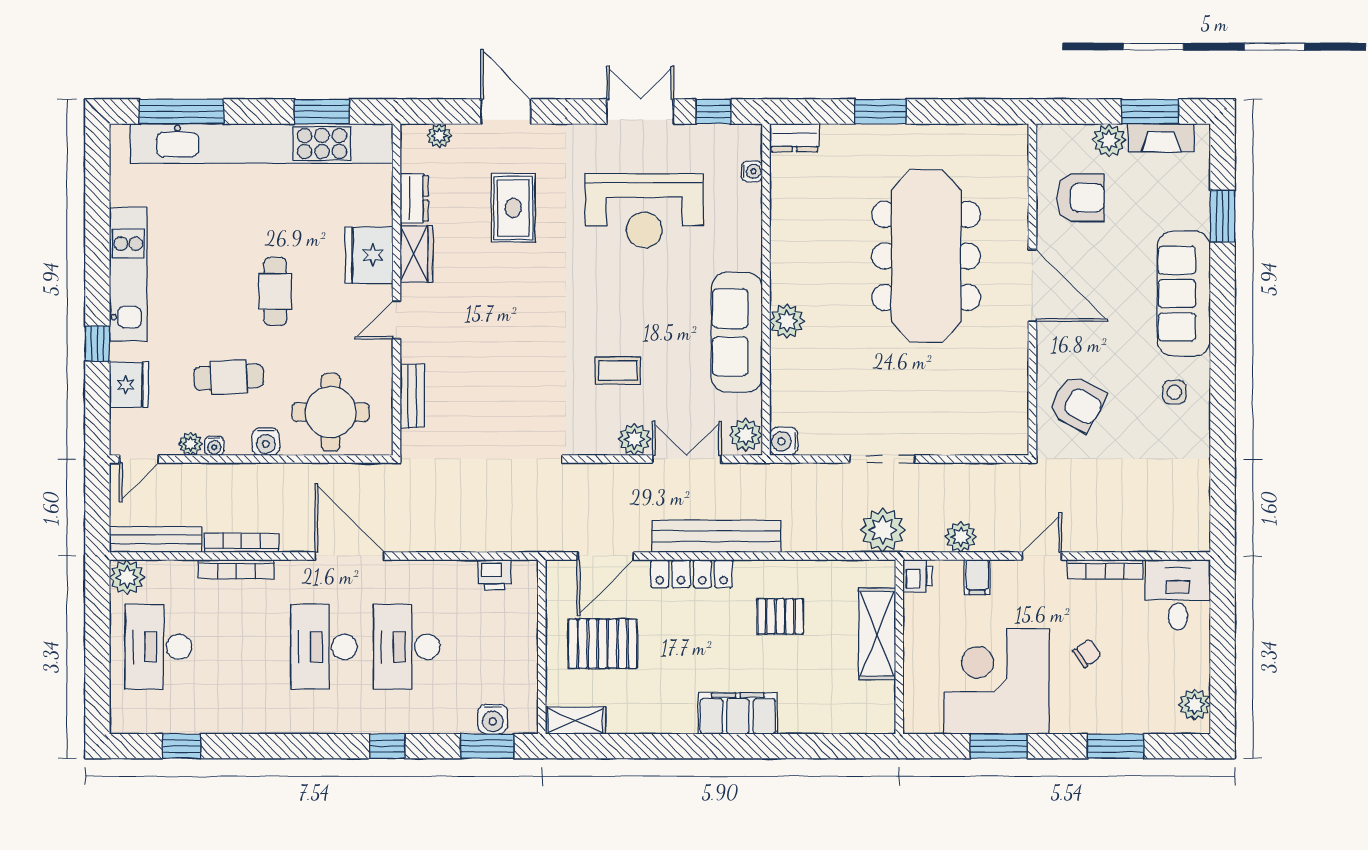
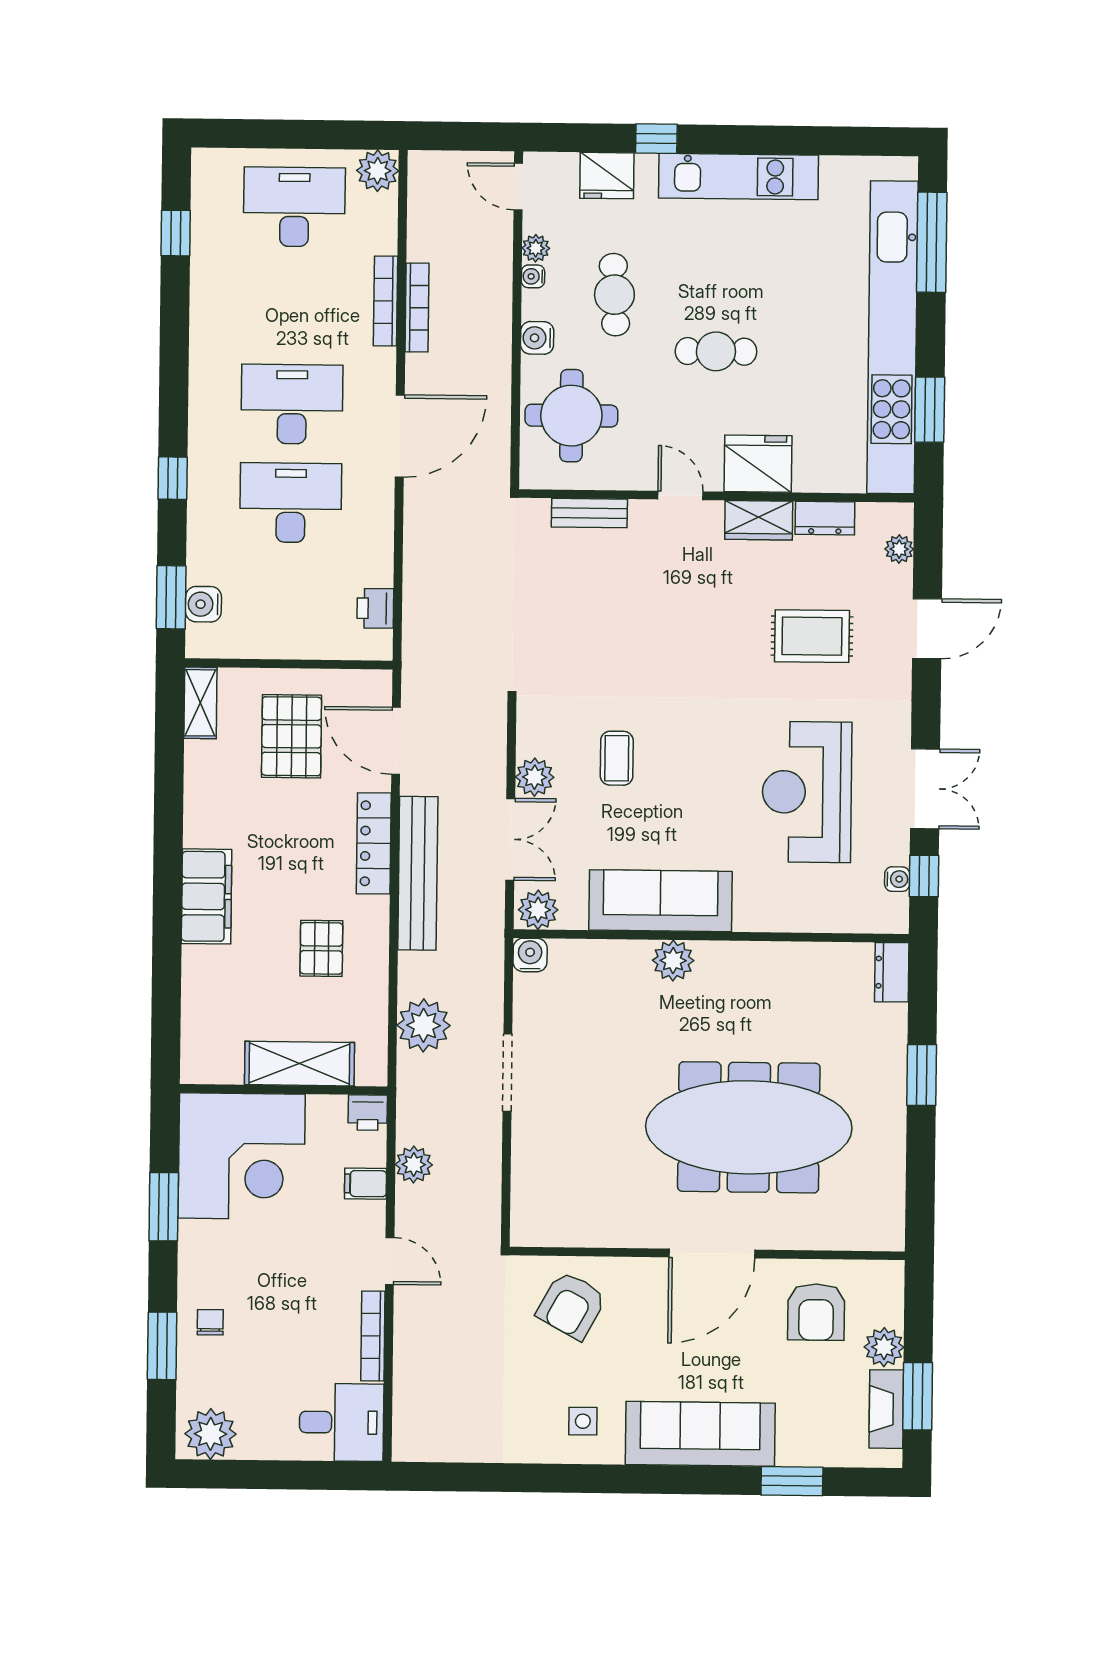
water cooler: (752, 171) -> (897, 879), moved, turned -90
plant: (883, 530) -> (424, 1025), moved
bench: (156, 539) -> (422, 205), removed
chair: (1087, 653) -> (210, 1322), moved, turned -144
corner desk: (996, 681) -> (242, 1156), moved, turned 90
plant: (1195, 704) -> (211, 1434), width x1.36, depth x1.36

